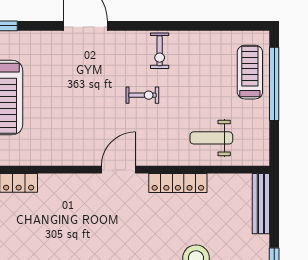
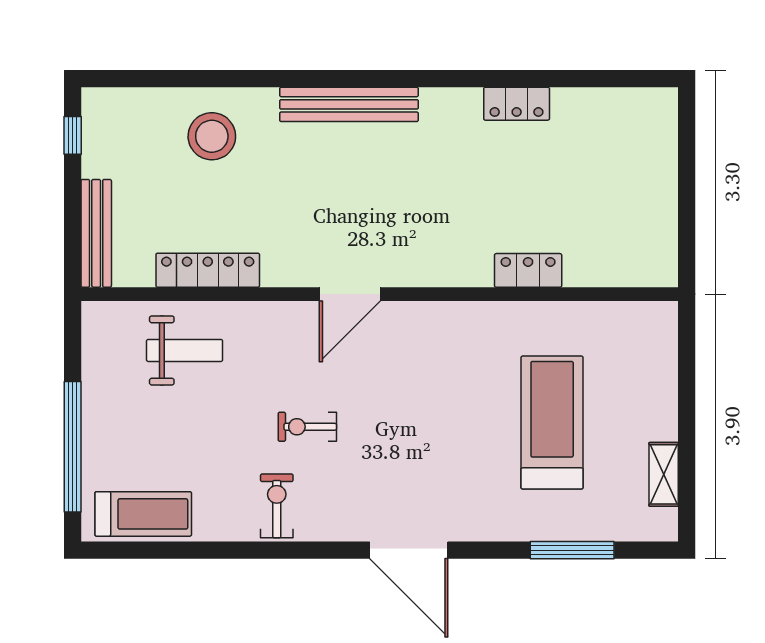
treadmill: (250, 72) -> (143, 514), moved, turned -90
locker: (178, 183) -> (208, 270), moved

